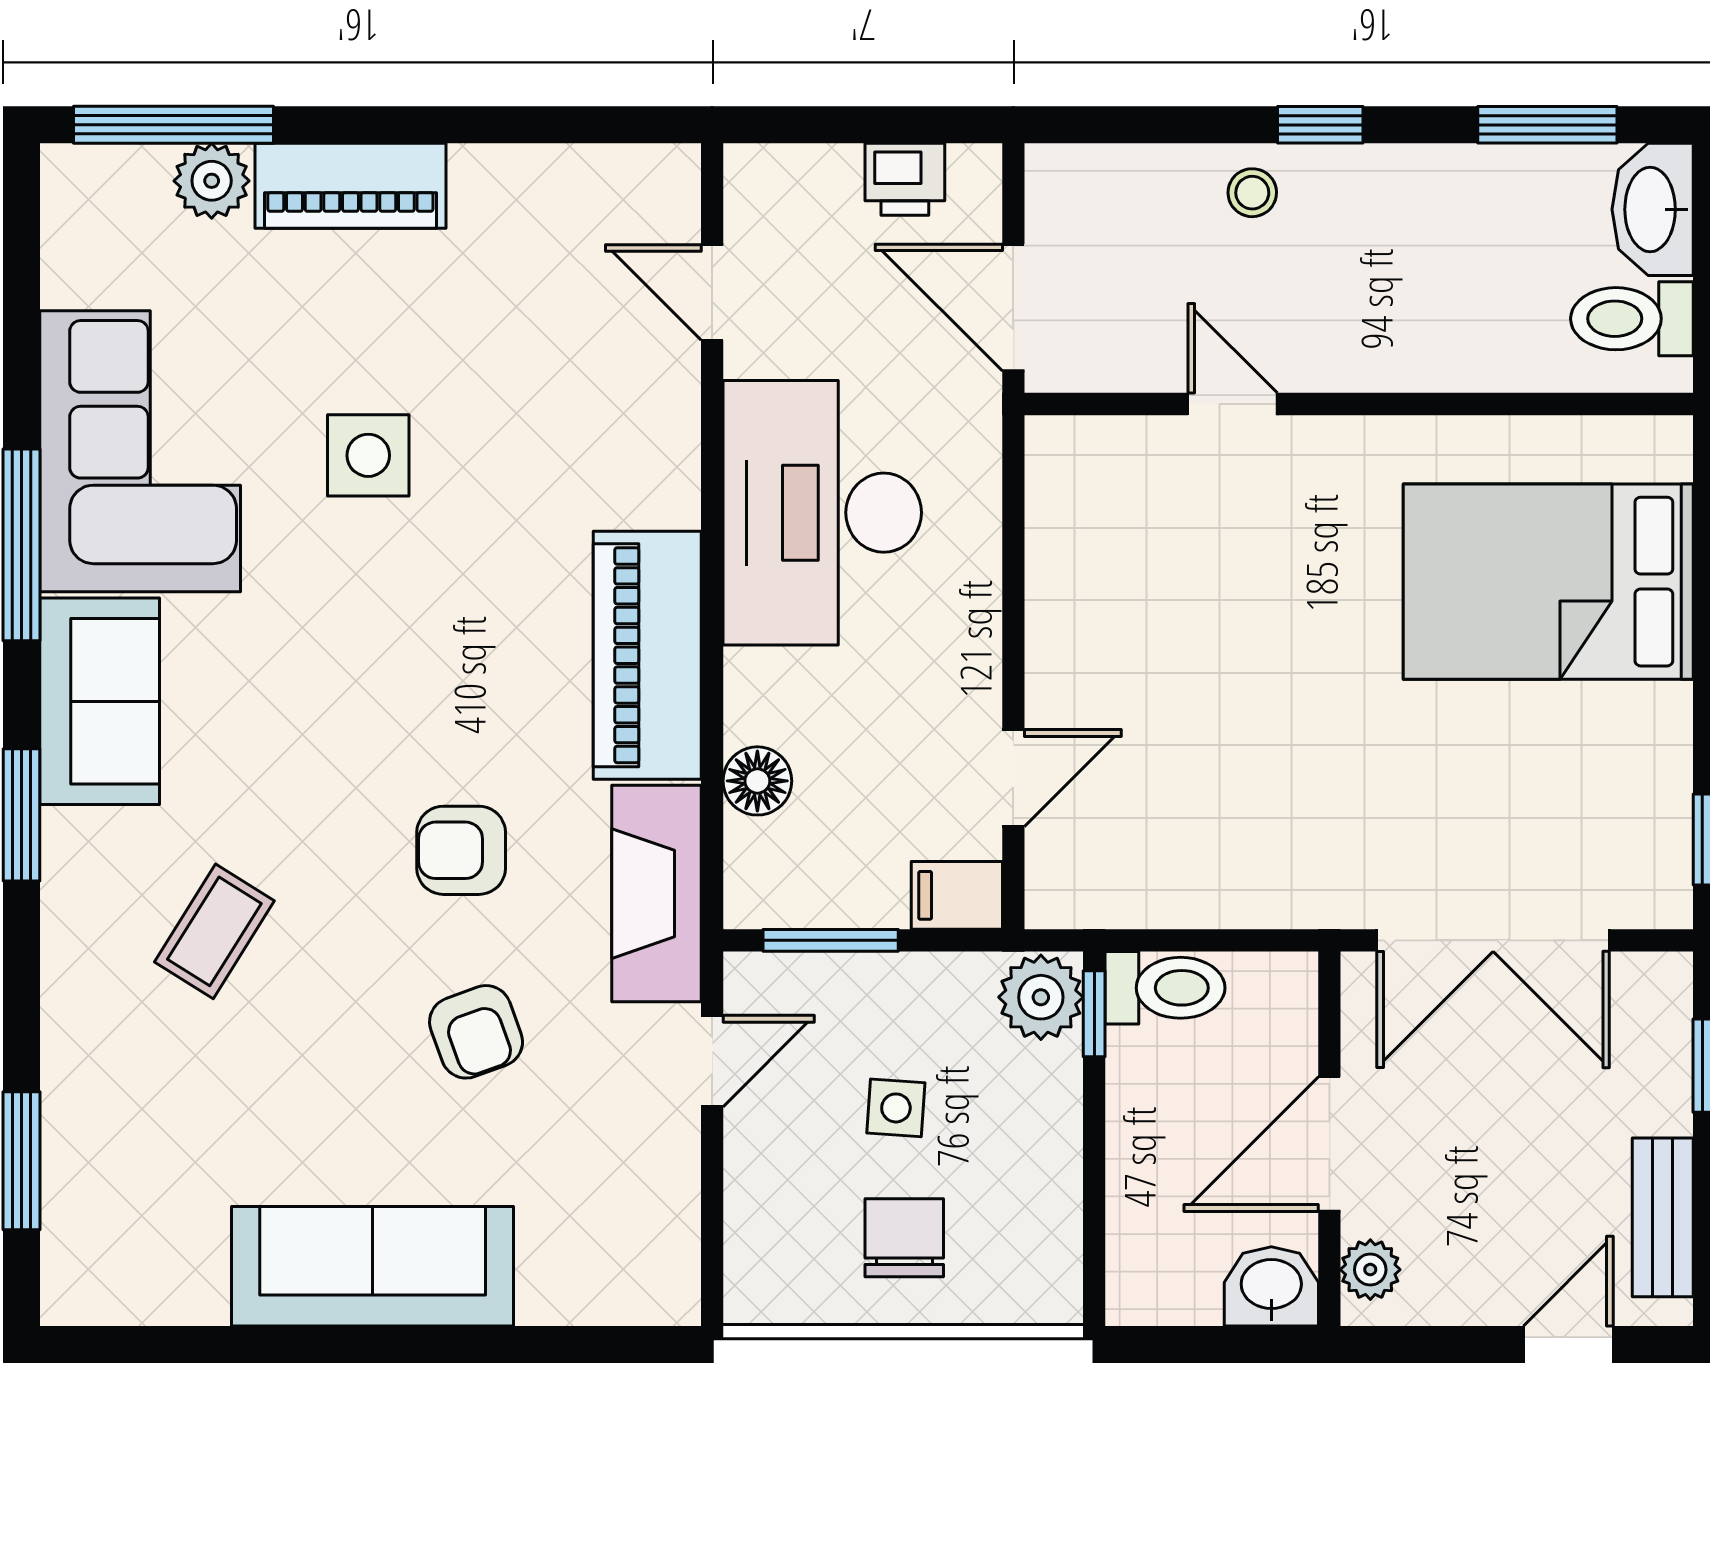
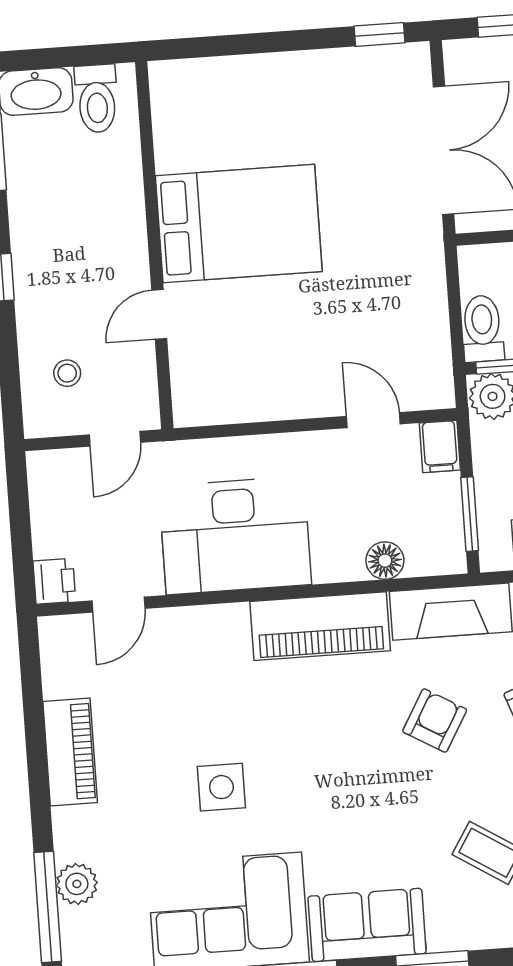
printer: (905, 179) -> (54, 581), moved
piano: (350, 186) -> (70, 752), moved
stool: (1252, 193) -> (67, 373), moved
door: (1013, 307) -> (115, 439), width x0.73
bed: (1548, 582) -> (239, 224), moved, turned -90
armchair: (461, 850) -> (435, 721), turned -150

